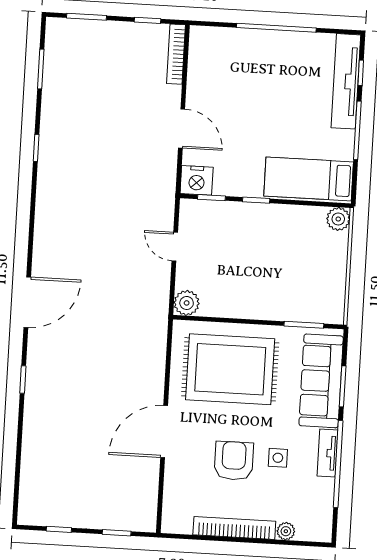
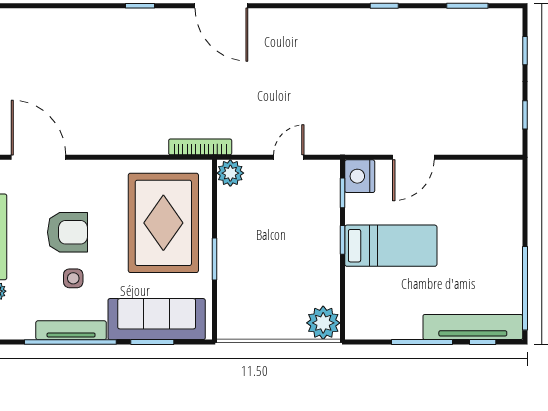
window: (86, 17) -> (525, 51), width x0.67
window: (276, 28) -> (525, 288), moved
bookcase: (176, 54) -> (200, 147), moved
bed: (309, 179) -> (391, 246), moved, turned 90
plant: (338, 219) -> (323, 323), width x1.36, depth x1.36
window: (304, 325) -> (215, 259), moved
door: (164, 432) -> (39, 157), moved
tv unit: (327, 453) -> (71, 330), width x1.41

